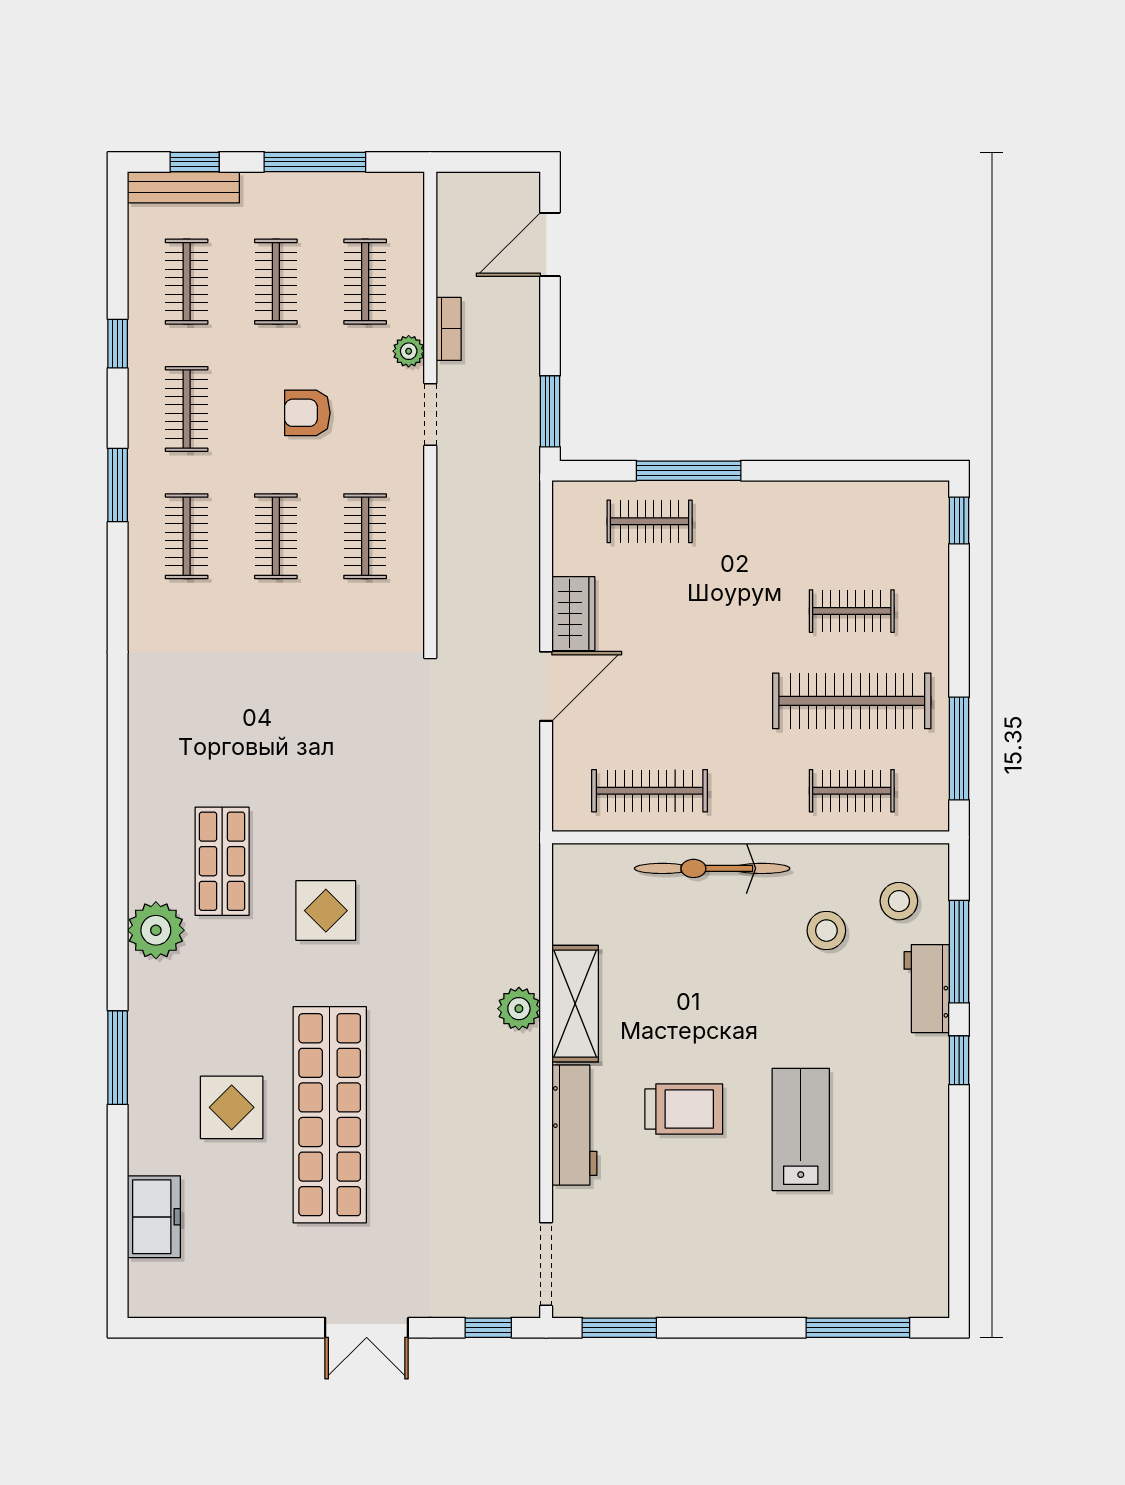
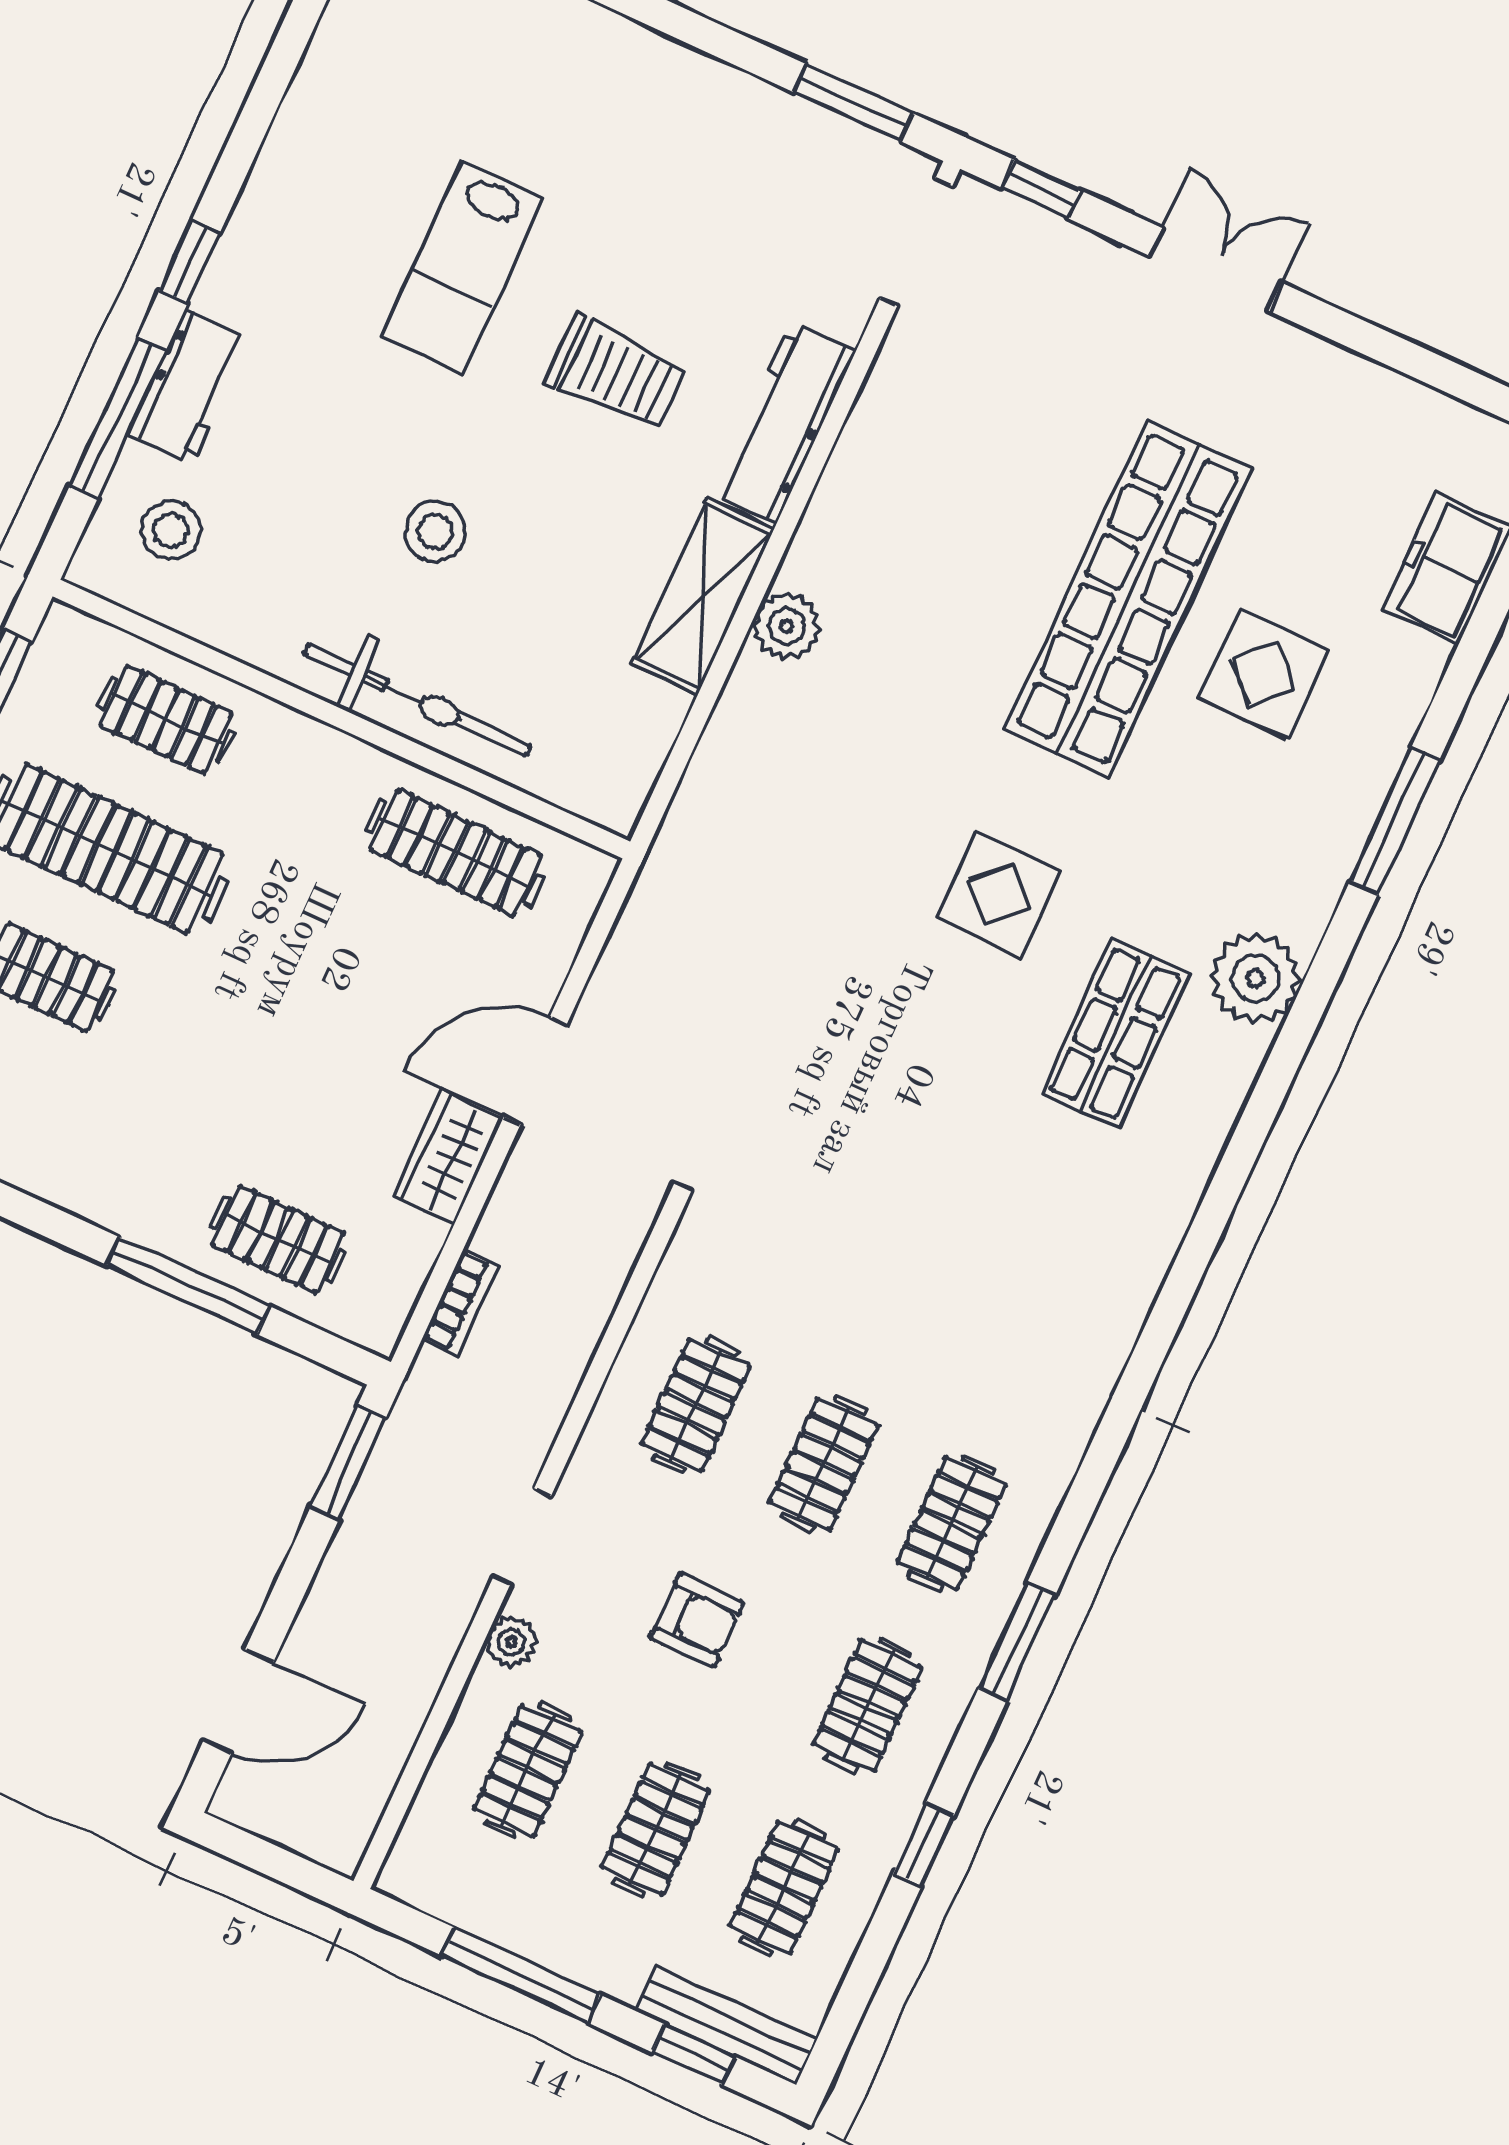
bookcase: (449, 329) -> (460, 1303), moved, turned 180
stool: (826, 931) -> (435, 532), moved
trolley: (684, 1109) -> (616, 374), turned 180

